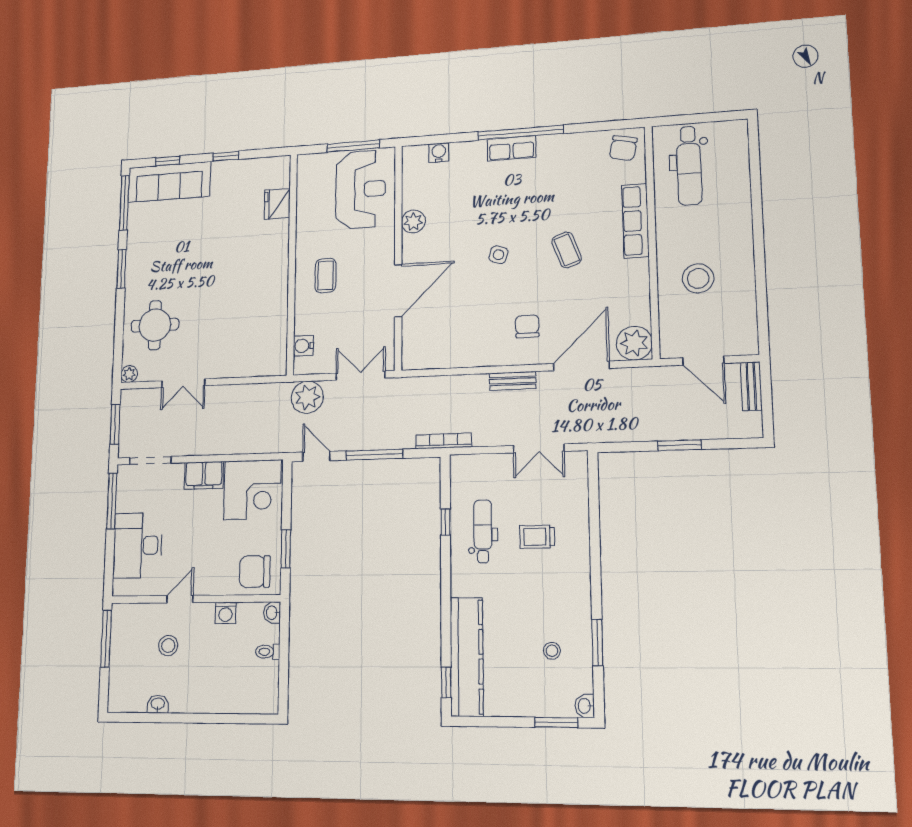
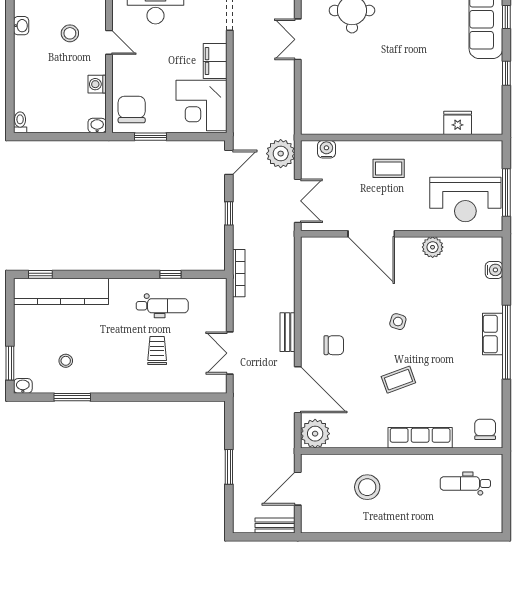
chair: (623, 148) -> (485, 429), turned 78
dental chair: (689, 166) -> (465, 484), width x0.73, depth x0.72
window: (374, 455) -> (229, 213), width x0.46
toilet: (268, 652) -> (20, 122), moved

